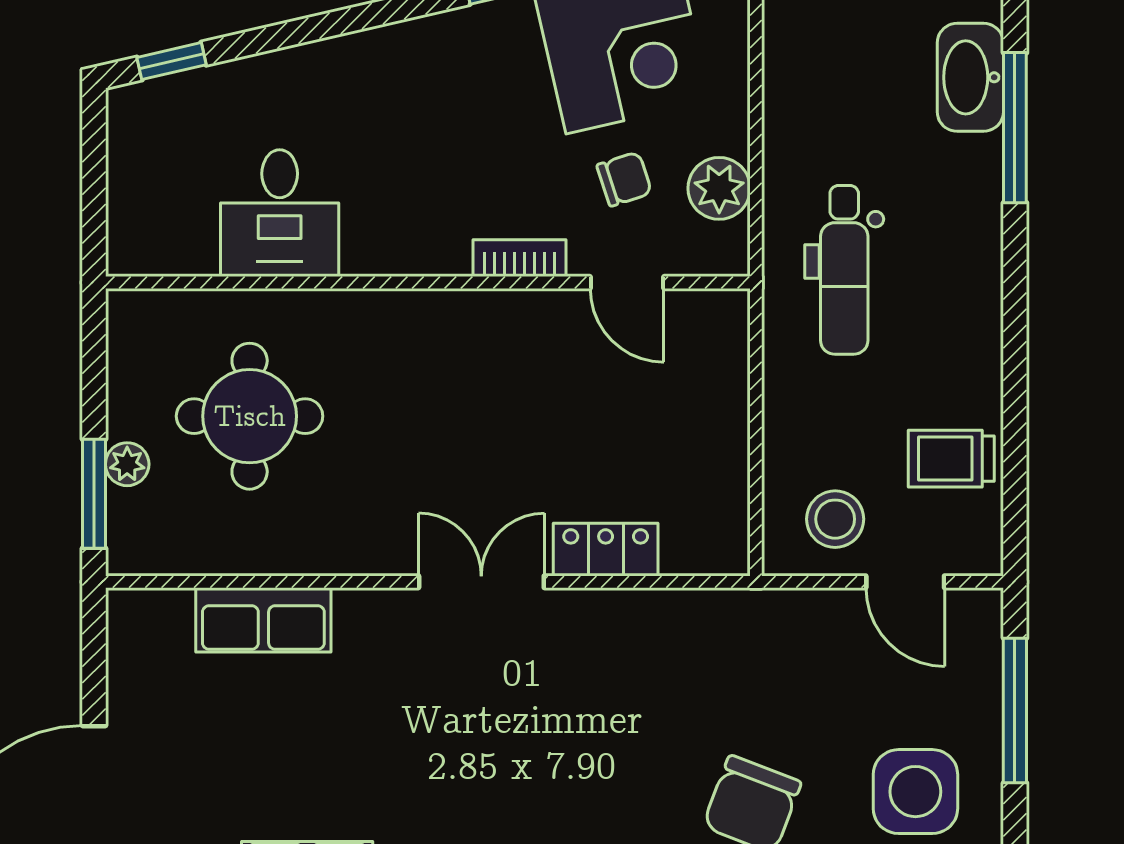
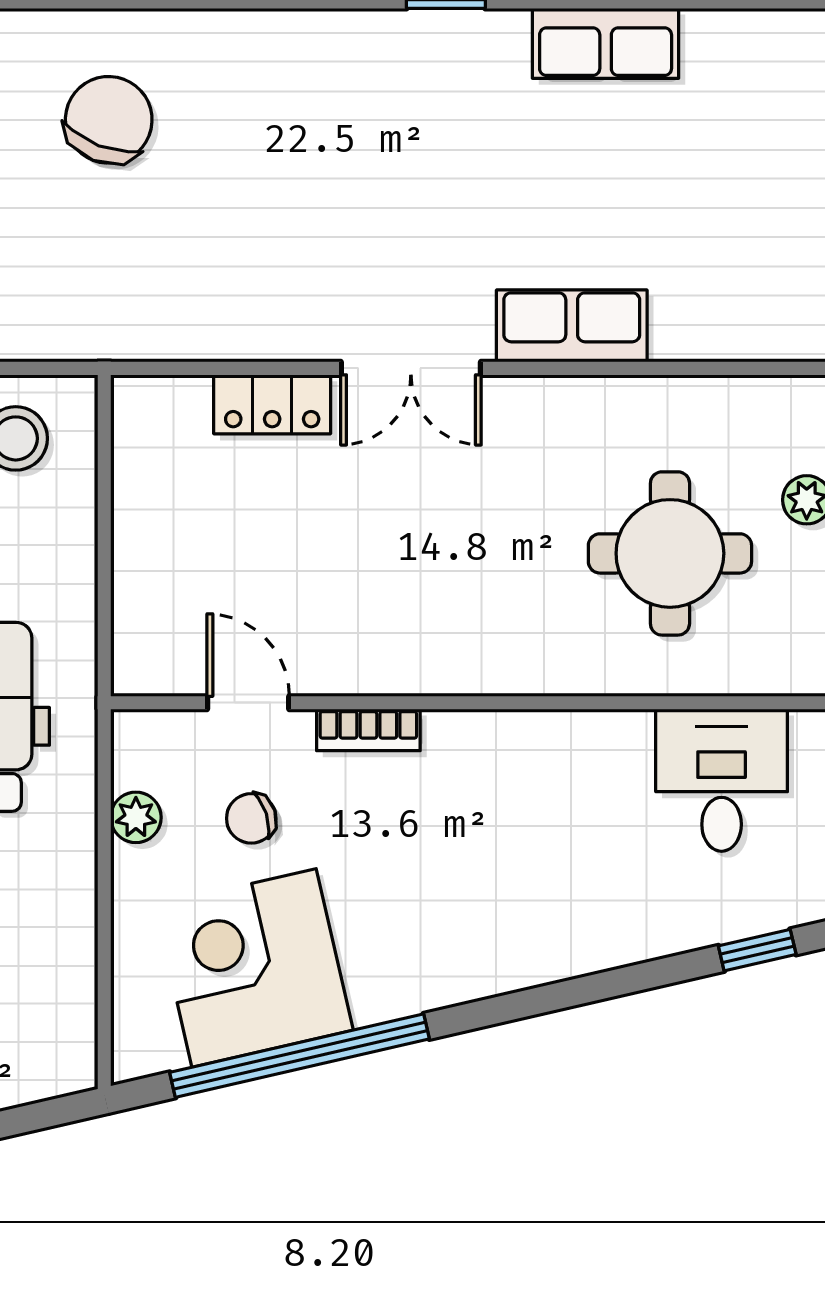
plant: (719, 188) -> (136, 817), width x0.73, depth x0.73
desk: (280, 213) -> (722, 780), moved
row of seats: (263, 620) -> (572, 326), moved

